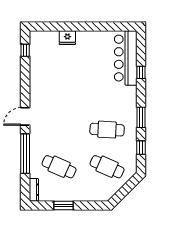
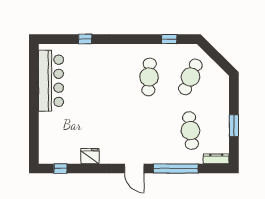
fridge: (67, 38) -> (90, 156), moved, turned -90
bar counter: (126, 58) -> (51, 81), moved, turned -90
window: (141, 117) -> (135, 39), removed
cafe table: (59, 167) -> (190, 131), turned -30

